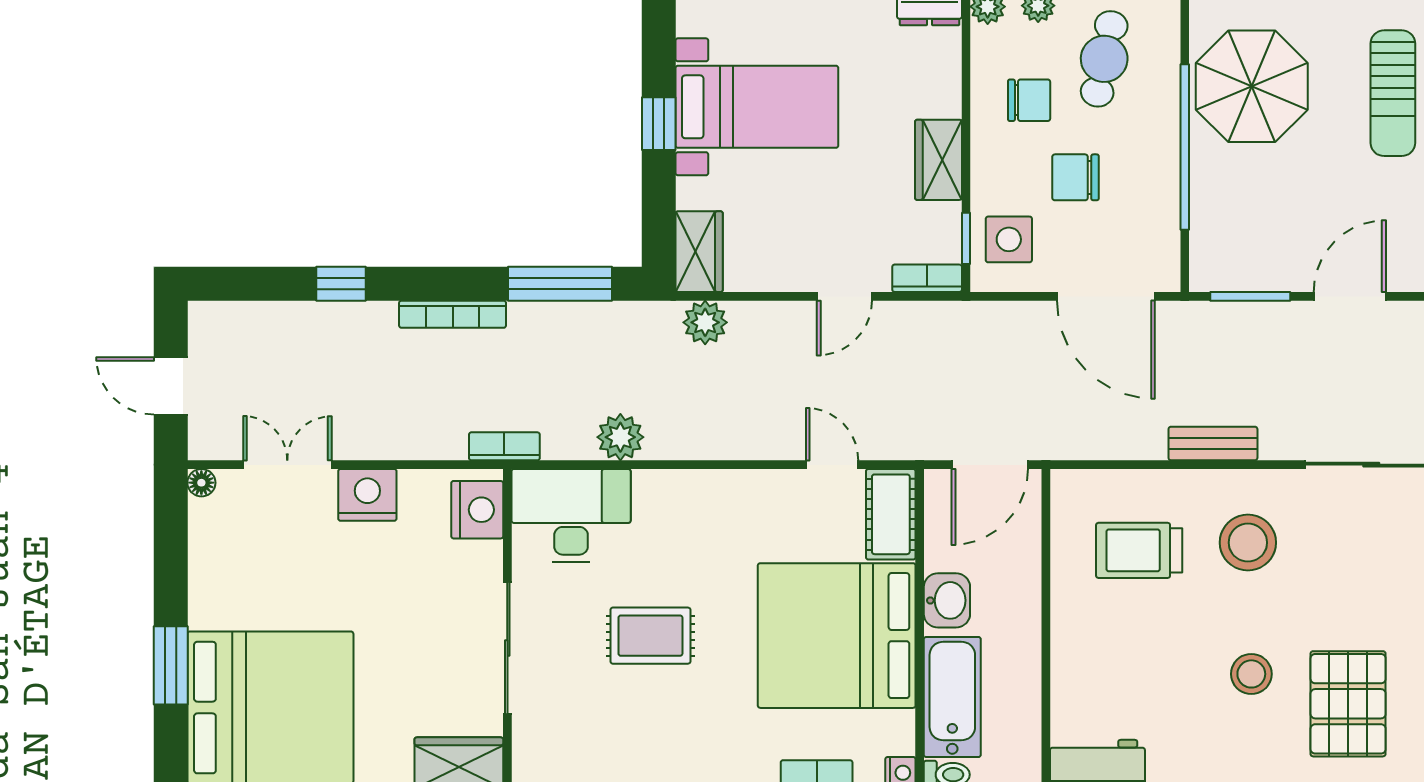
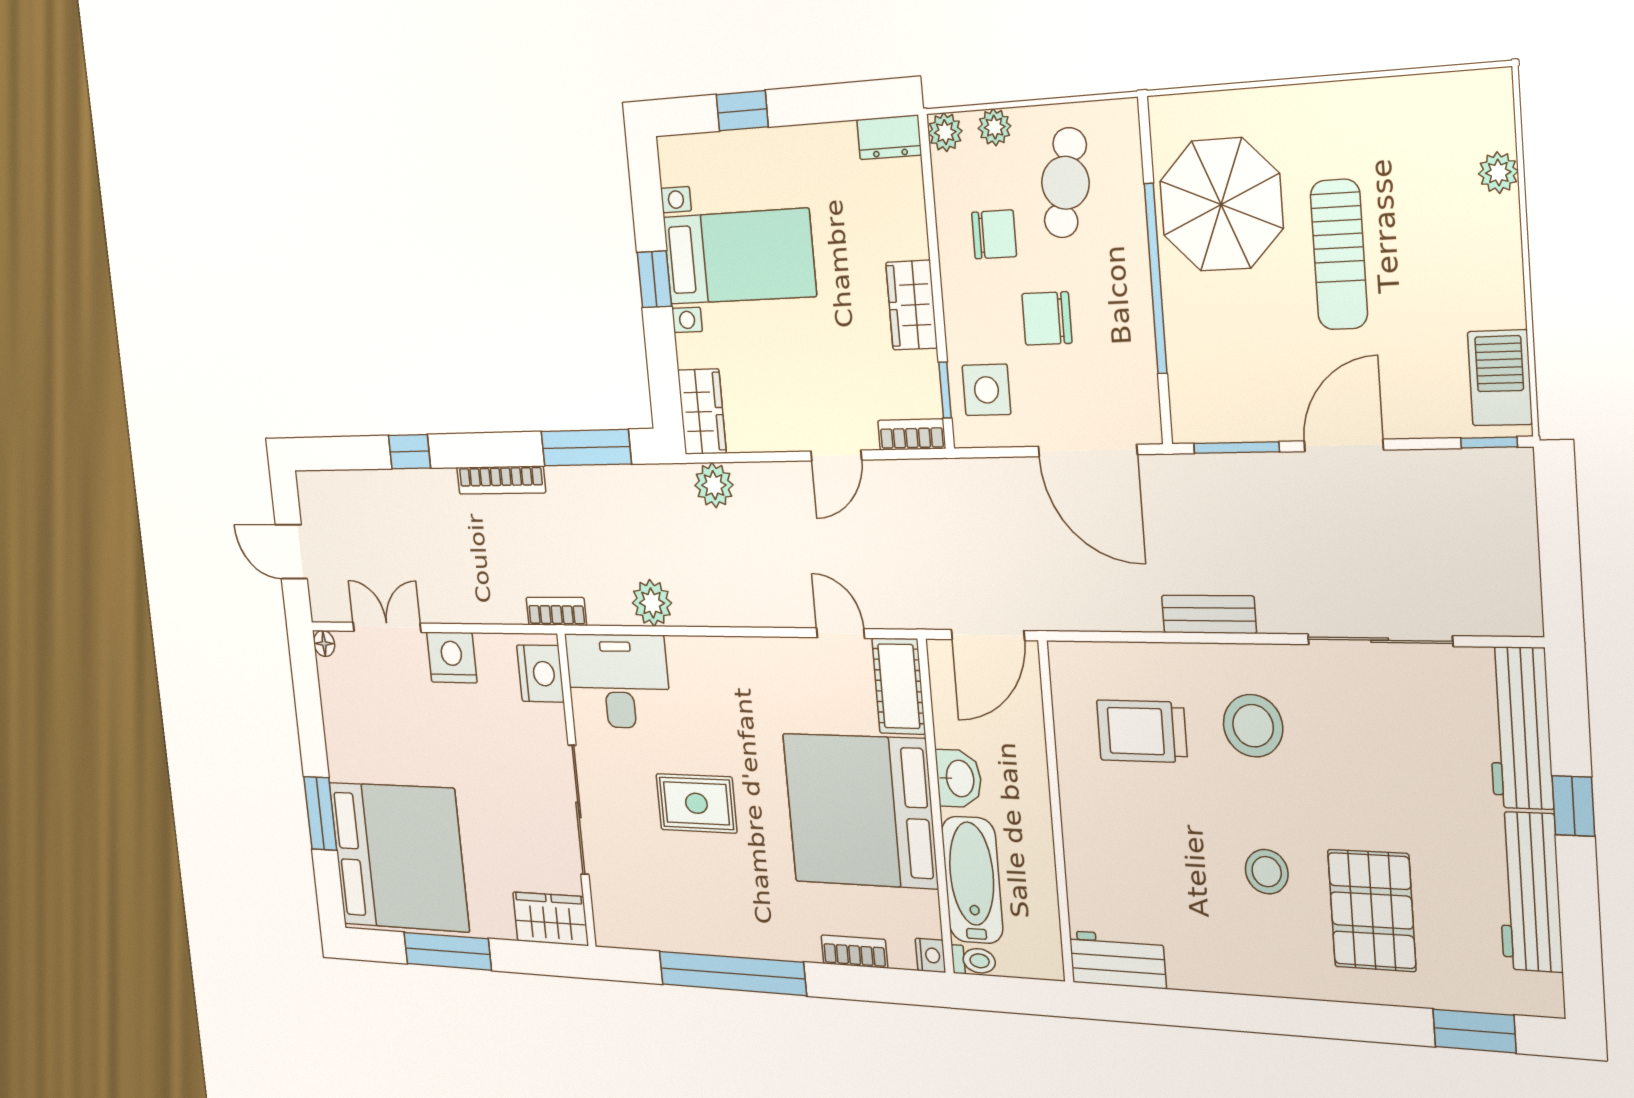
sun lounger: (1393, 93) -> (1339, 255), moved

